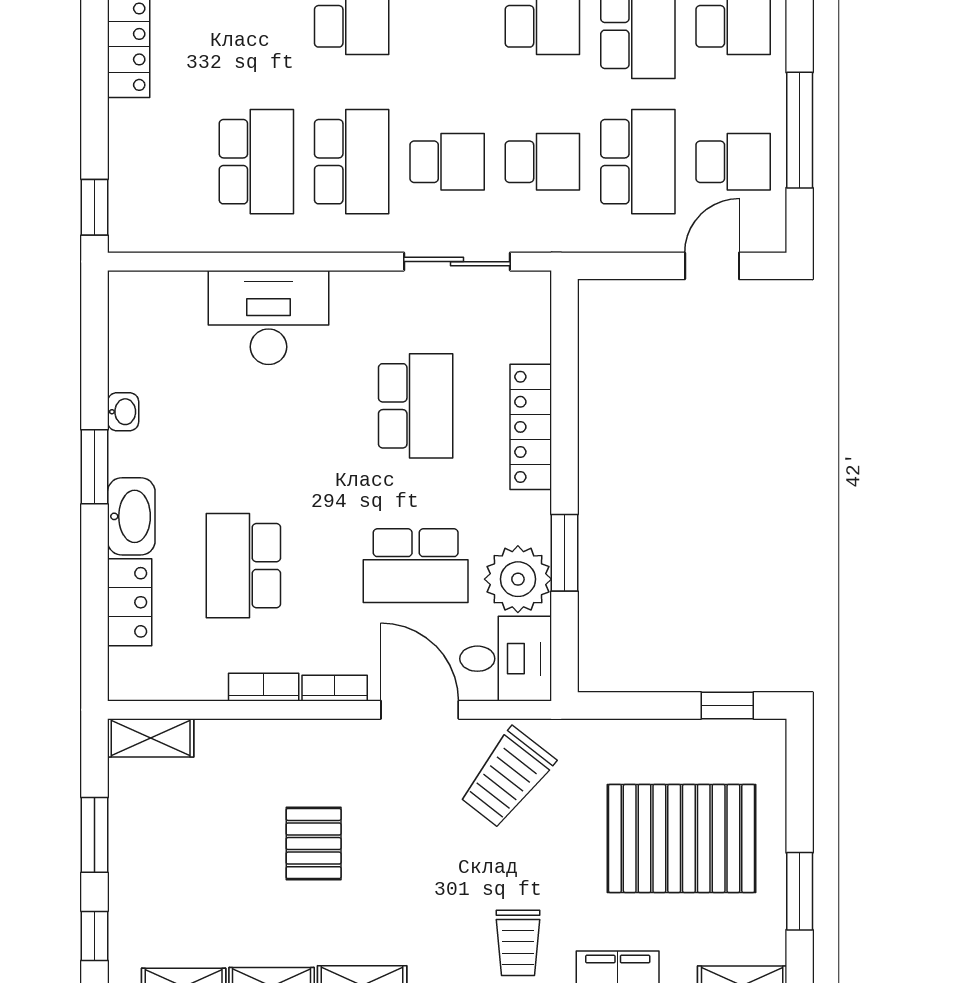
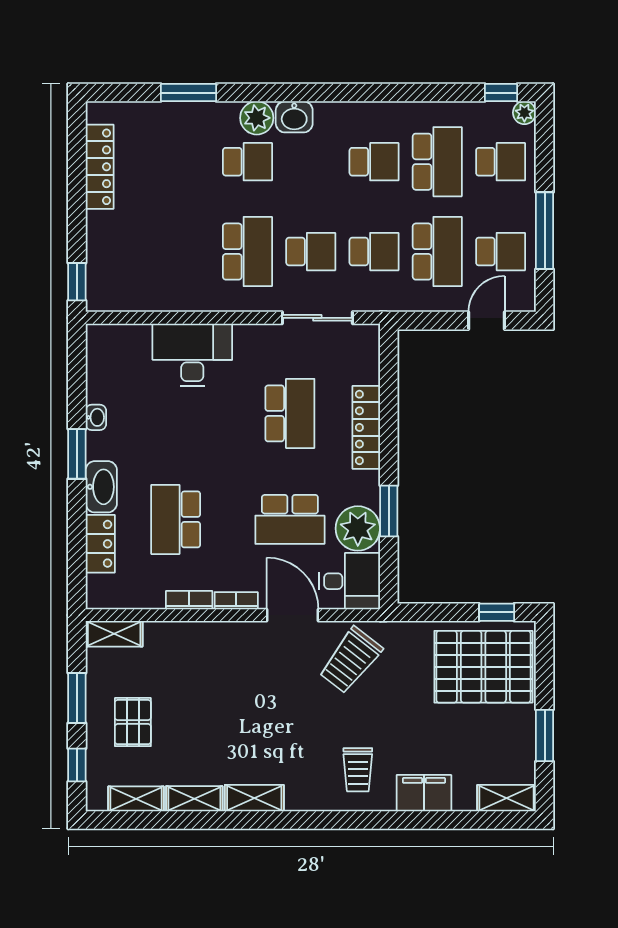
school desk: (256, 162) -> (184, 252), removed
pallet: (682, 838) -> (483, 667), moved
pallet: (314, 844) -> (133, 722), moved

